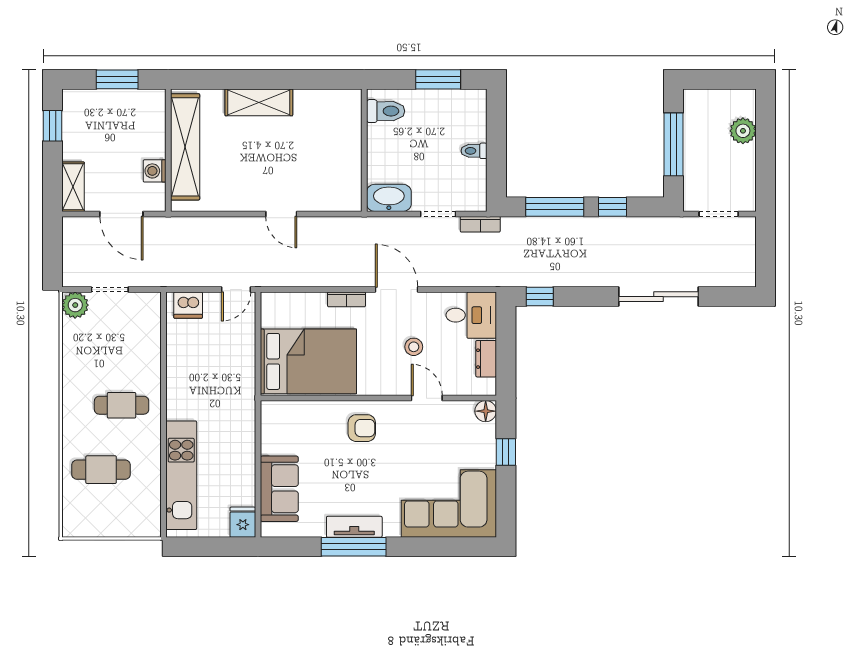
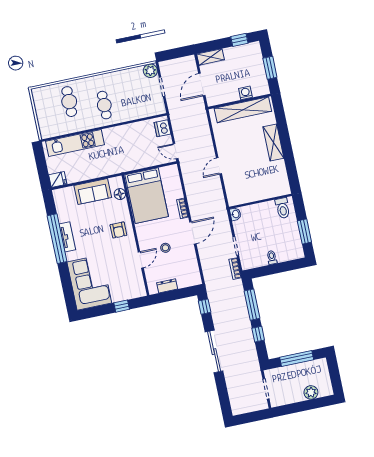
washing machine: (155, 171) -> (245, 93), moved
washbasin: (389, 198) -> (235, 214), width x0.52, depth x0.69
sliding door: (659, 297) -> (214, 352), moved
desk: (471, 315) -> (188, 274), removed
floor lamp: (486, 411) -> (120, 194), moved
sofa: (279, 489) -> (93, 191), moved
window: (354, 547) -> (57, 239), width x1.46

